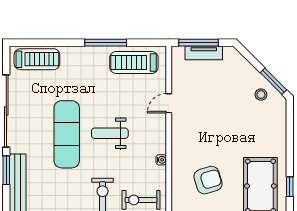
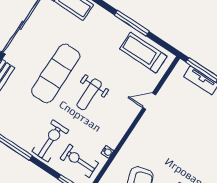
weight bench: (110, 133) -> (89, 94), turned -90
water cooler: (161, 160) -> (107, 152), moved

